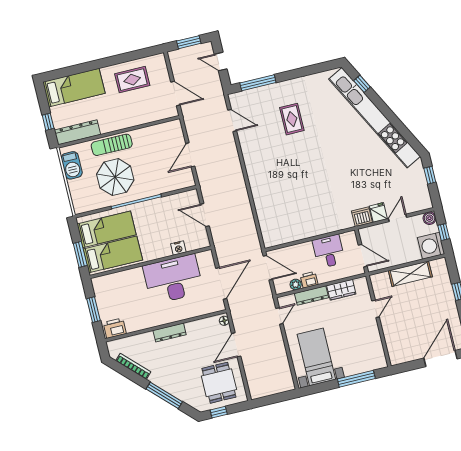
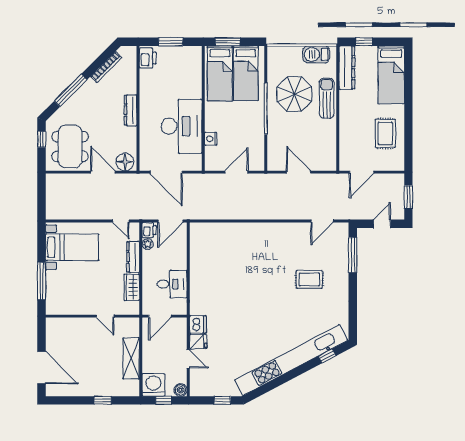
printer: (309, 280) -> (149, 230), moved
floor lamp: (224, 321) -> (125, 162), width x1.89, depth x1.89
dining table: (219, 383) -> (70, 146), width x1.38

